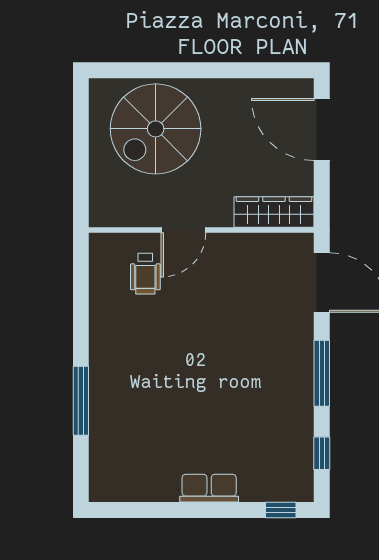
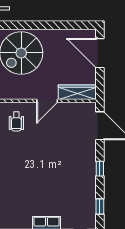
door: (183, 230) -> (47, 101), moved
window: (322, 373) -> (100, 169), width x0.46

